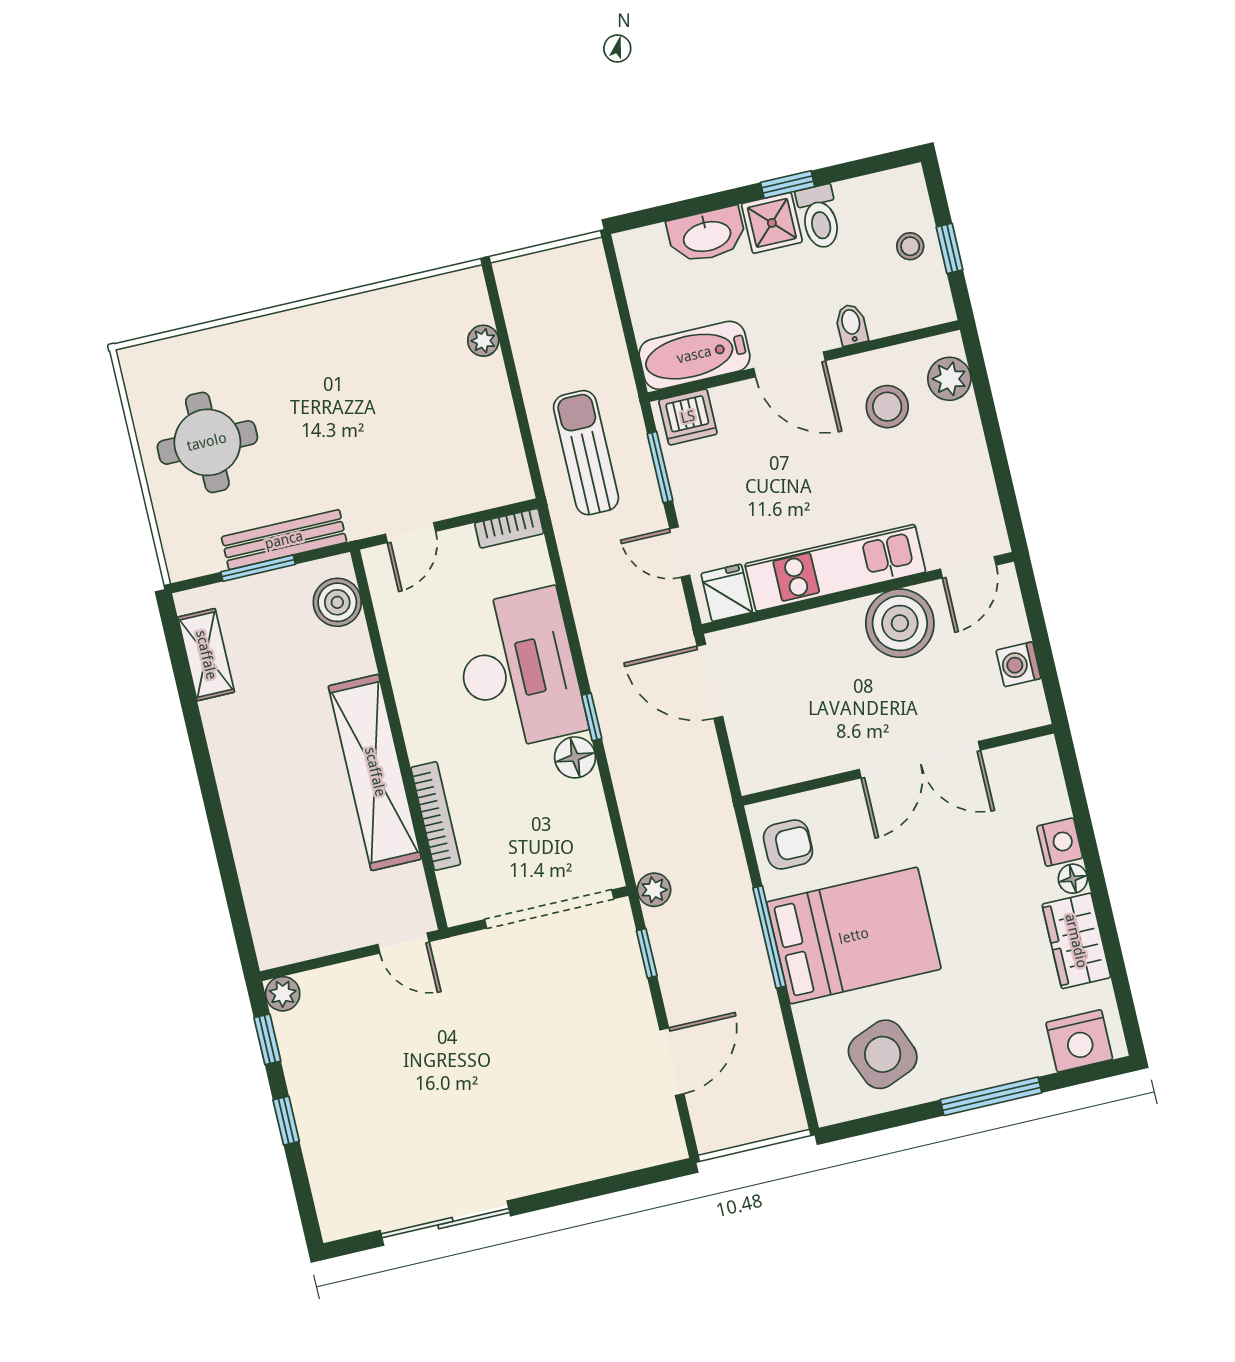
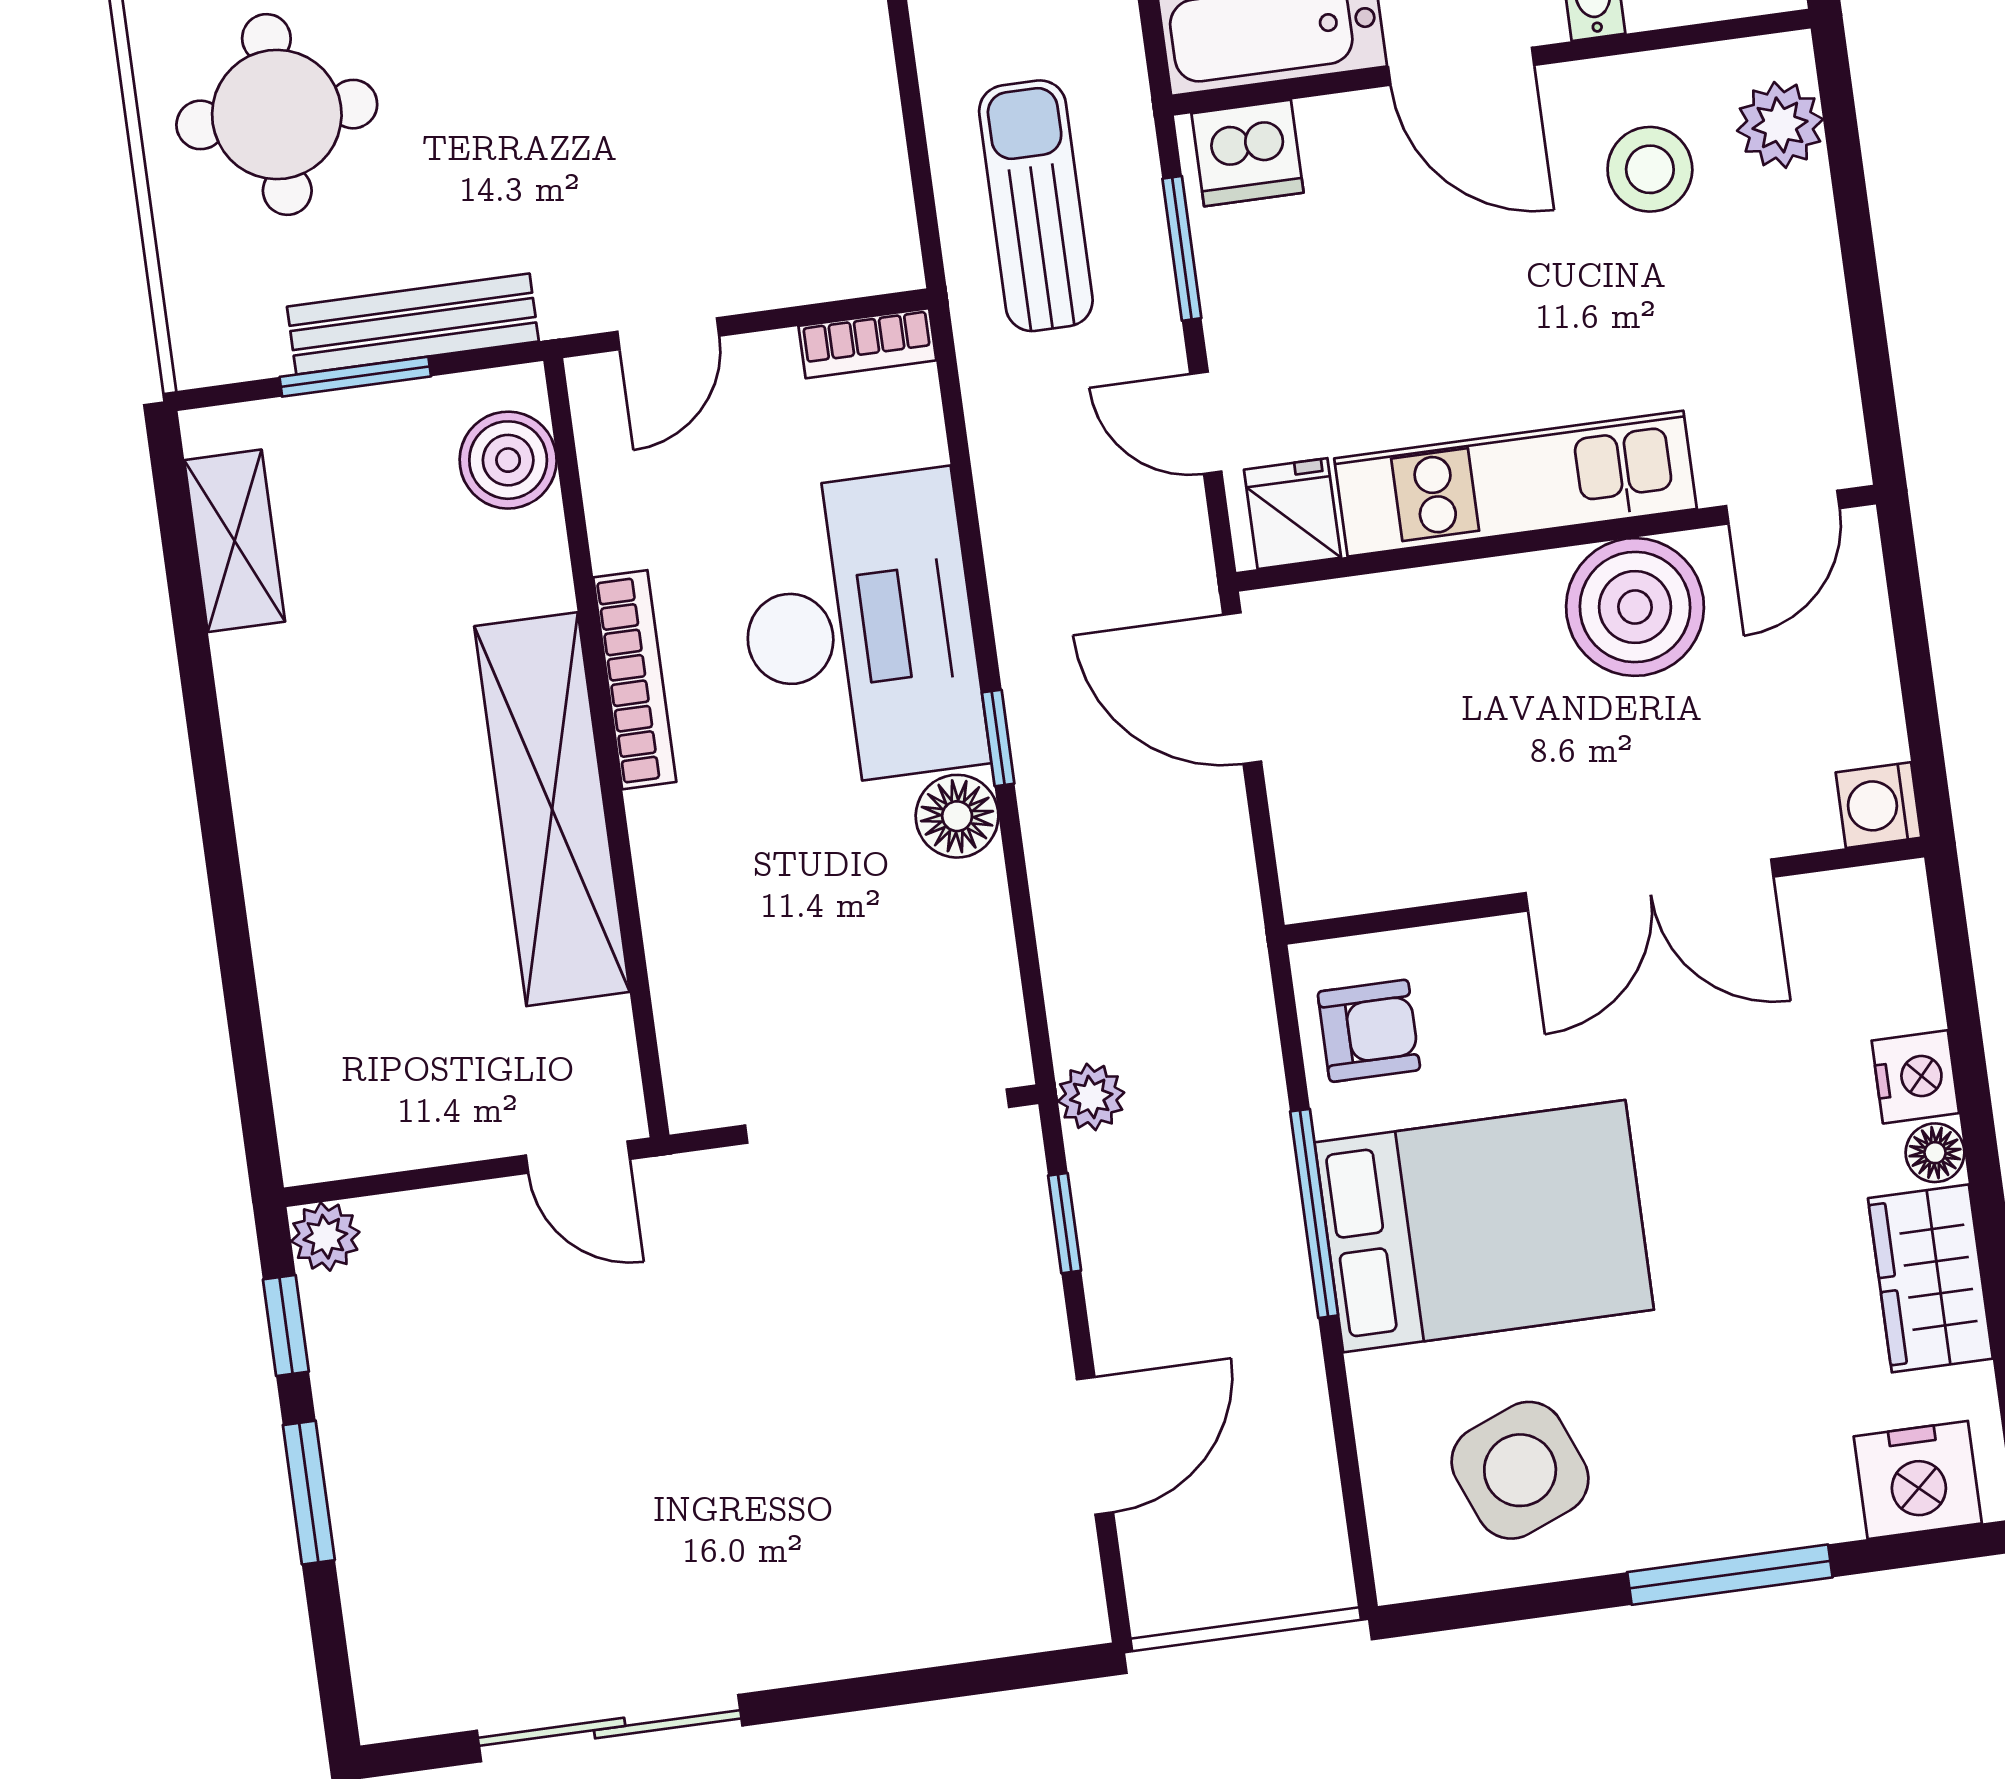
washing machine: (1018, 664) -> (1879, 805), moved
bookcase: (436, 816) -> (635, 680), moved
window: (286, 1121) -> (309, 1493), width x1.50

